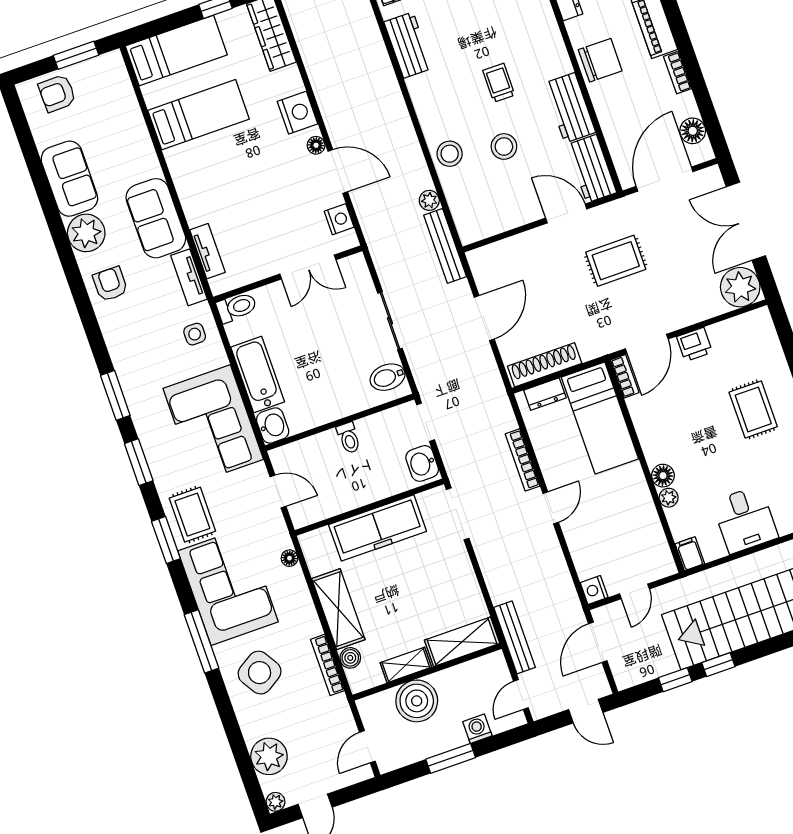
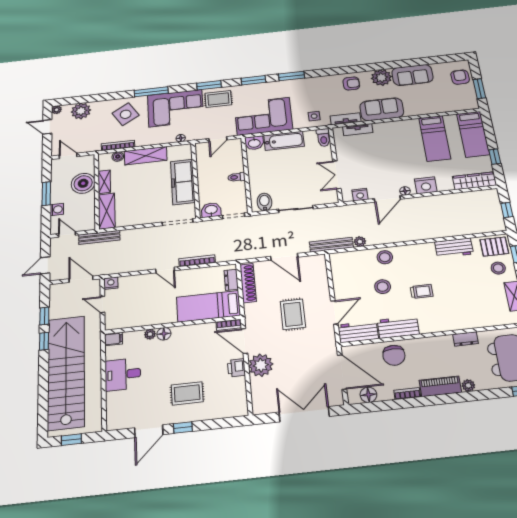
chair: (600, 60) -> (394, 355), moved
rug: (616, 261) -> (293, 314), moved
plant: (740, 287) -> (261, 365), moved

